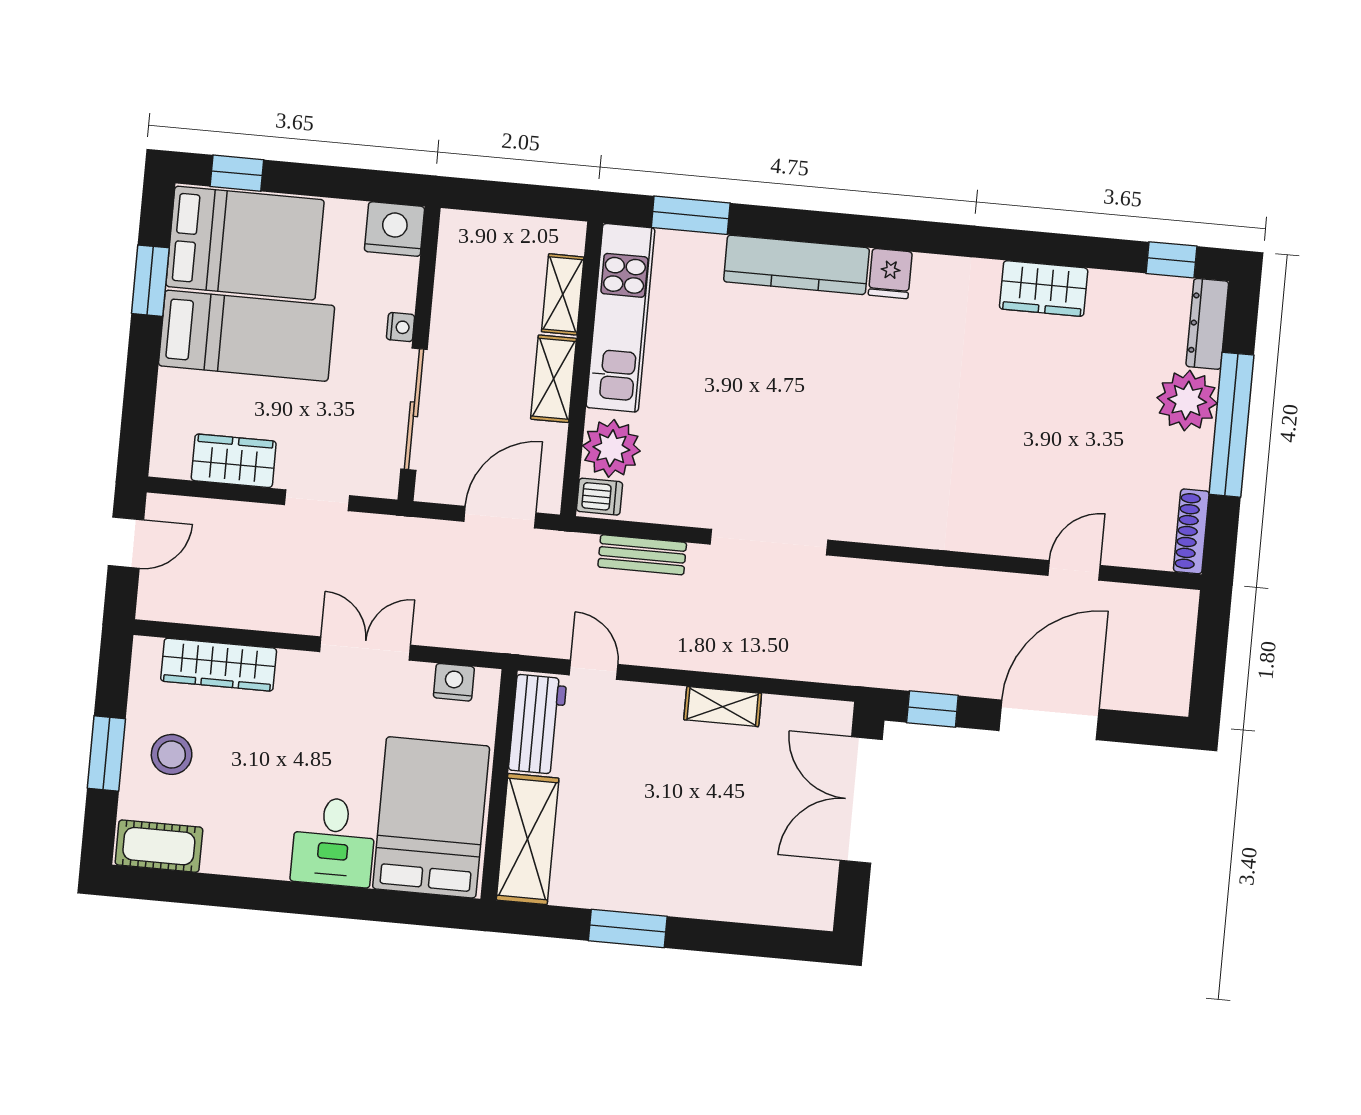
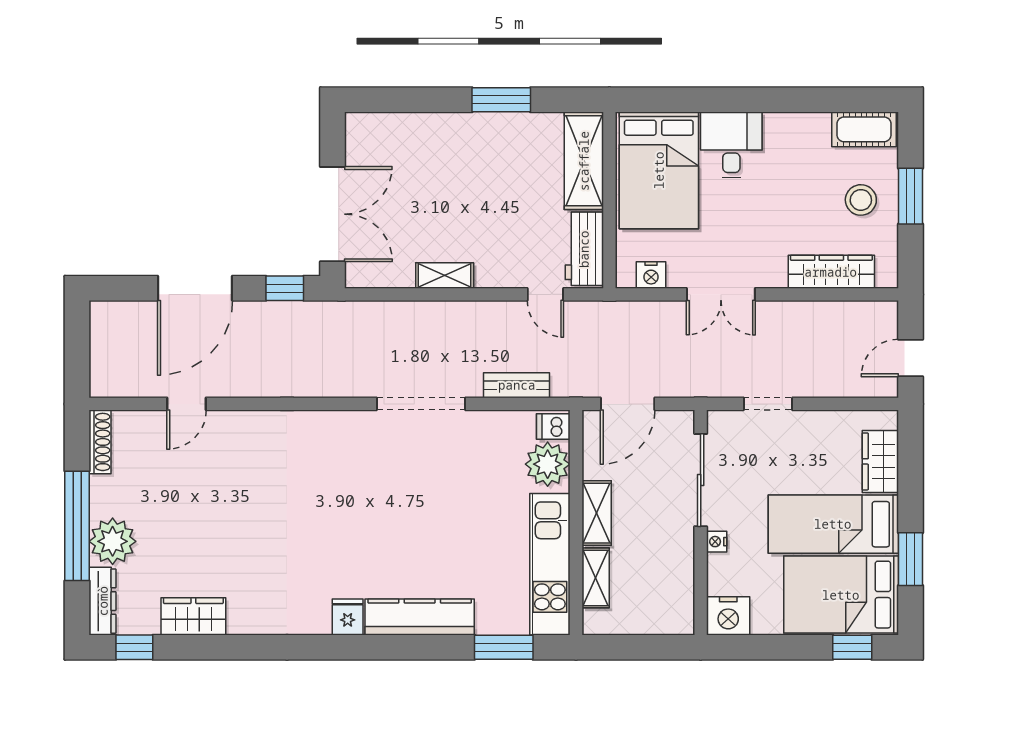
wardrobe: (1044, 289) -> (193, 616), moved
wardrobe: (234, 461) -> (880, 461), moved, turned 90

